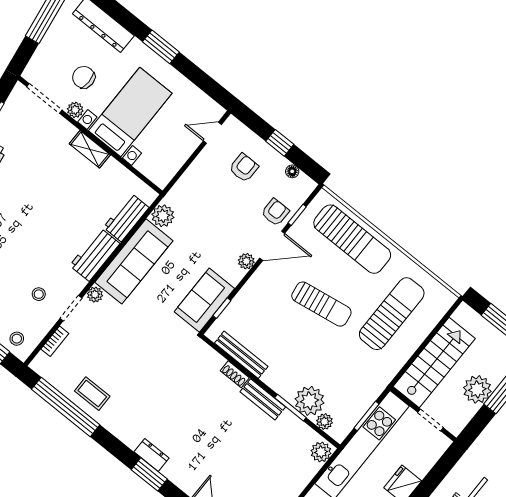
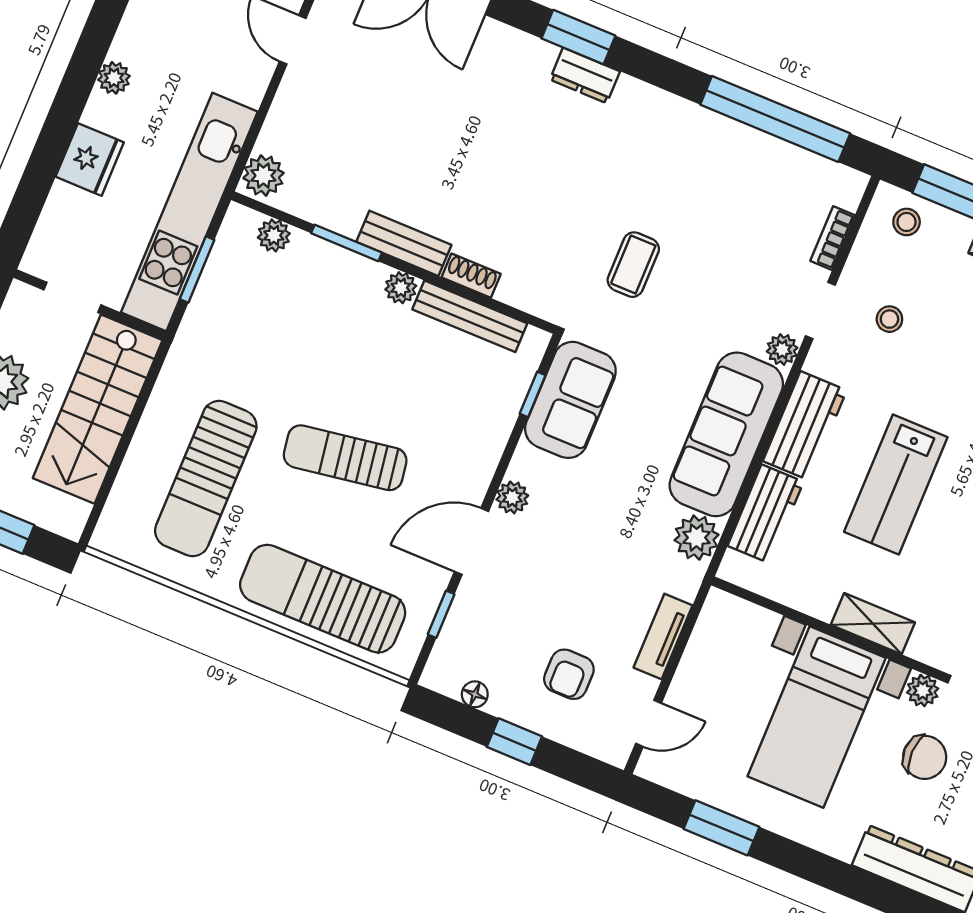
window: (161, 47) -> (721, 828), moved
tv unit: (193, 173) -> (663, 636), added
armchair: (275, 212) -> (484, 607), removed
lab bench: (59, 213) -> (896, 484), added
coffee table: (92, 394) -> (633, 265), moved, turned 90
plant: (310, 401) -> (401, 288), moved, width x0.53, depth x0.53

